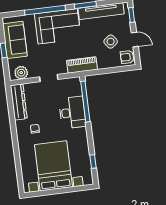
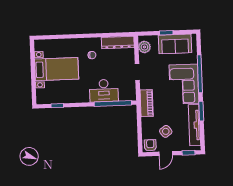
bed with nightstands: (53, 166) -> (57, 69), width x0.73

